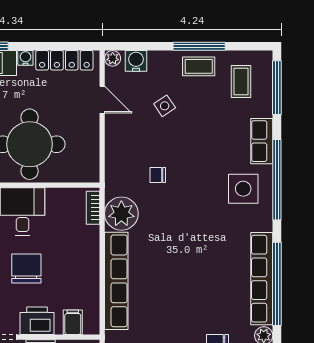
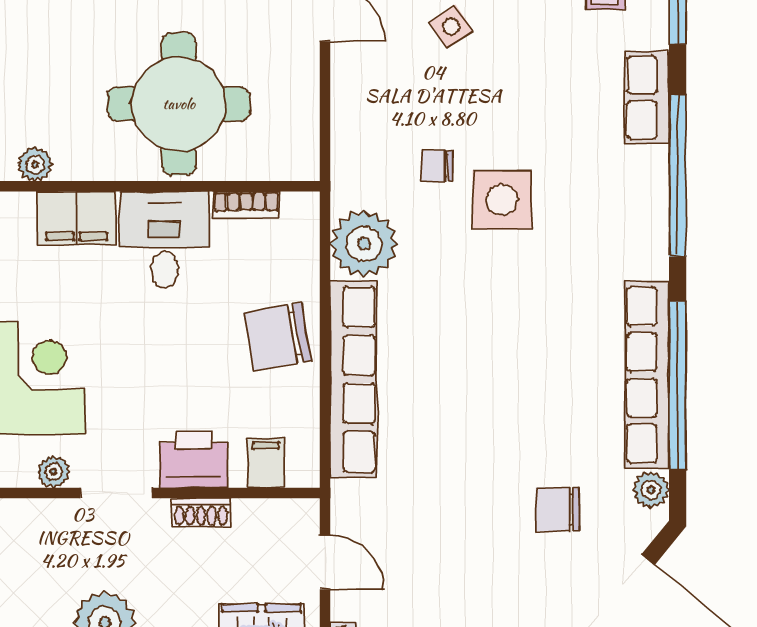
side table: (243, 189) -> (502, 200), moved
bookcase: (93, 208) -> (246, 205), moved, turned -90
chair: (26, 268) -> (278, 336), moved, turned -100

